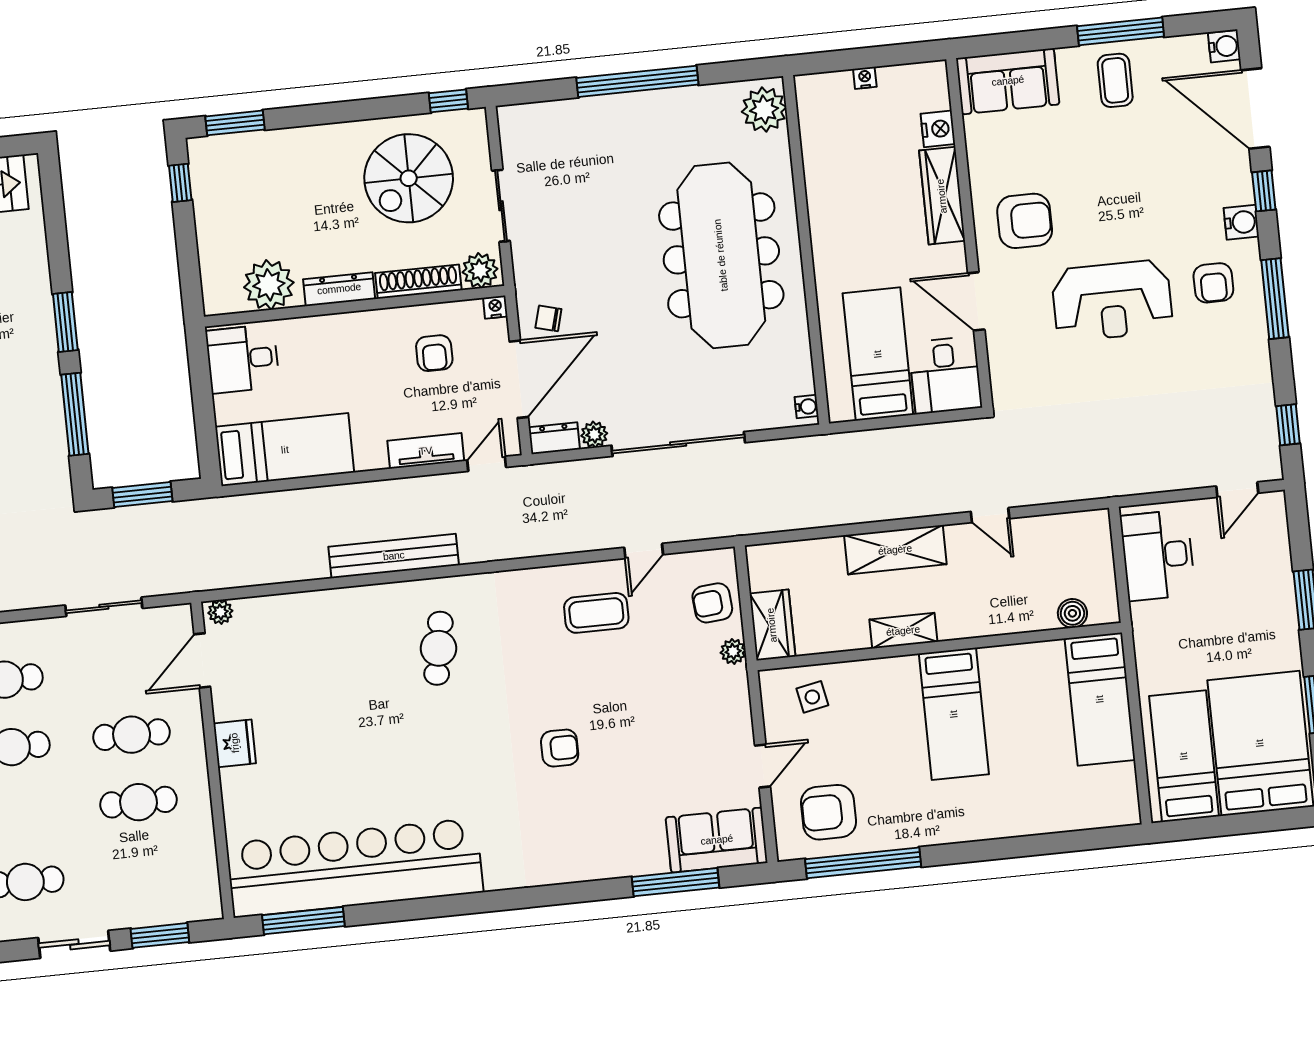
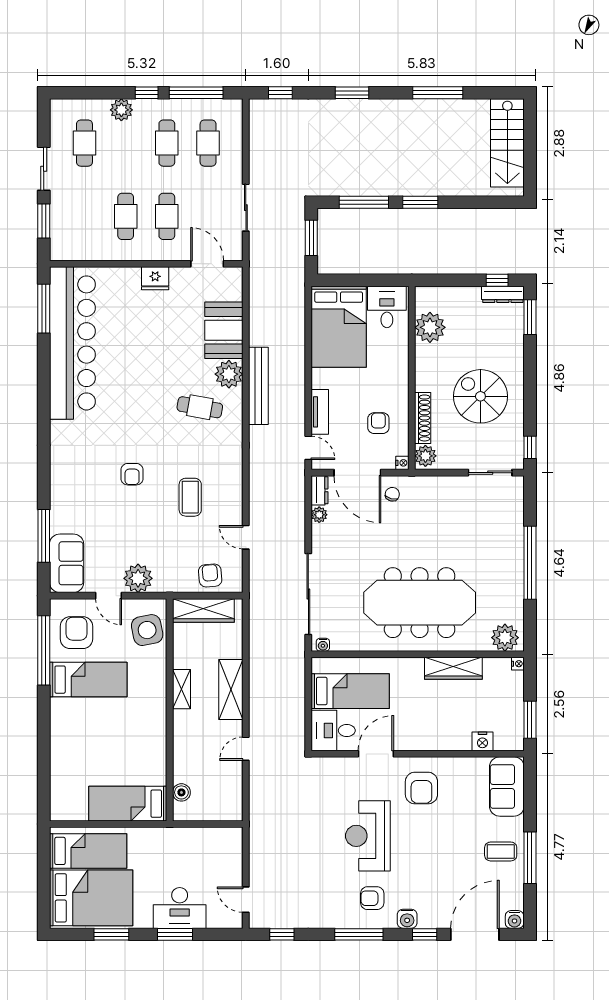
window: (894, 55) -> (530, 720), added
nightstand: (865, 78) -> (518, 664), moved
spiral stairs: (409, 178) -> (480, 396), moved
wardrobe: (942, 196) -> (453, 668), moved, turned 180
sliding door: (501, 206) -> (490, 473), moved
dresser: (339, 289) -> (503, 294), moved, turned 90
armchair: (434, 353) -> (378, 423), turned 90
sliding door: (678, 444) -> (308, 594), moved
bed: (285, 450) -> (339, 327), width x1.50
desk: (1158, 555) -> (180, 908), moved, turned 180
plant: (220, 612) -> (229, 374), moved, width x1.88, depth x1.88
coffee table: (596, 613) -> (190, 497), moved
booth: (308, 622) -> (224, 330), added
wardrobe: (772, 625) -> (203, 610), width x1.50
plant: (733, 651) -> (138, 578), moved, width x1.88, depth x1.88
side table: (812, 697) -> (147, 630), width x1.87, depth x1.87
bed: (954, 714) -> (88, 680), moved, turned 180

